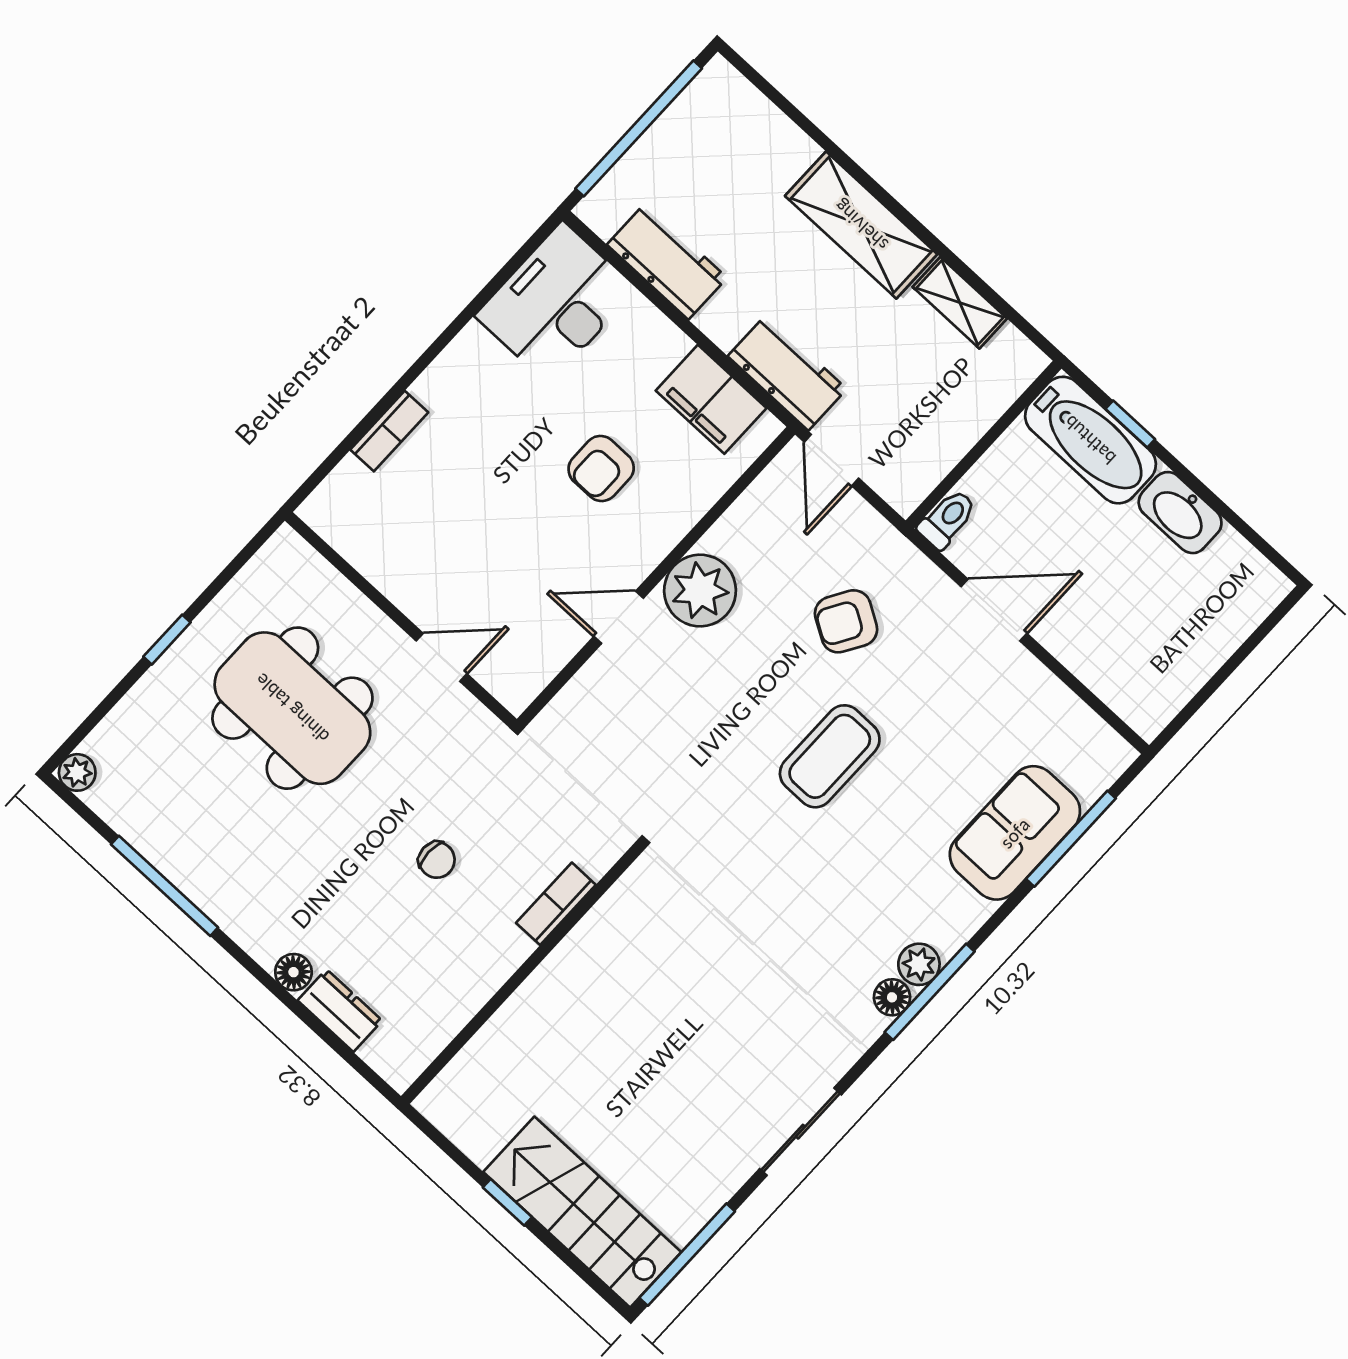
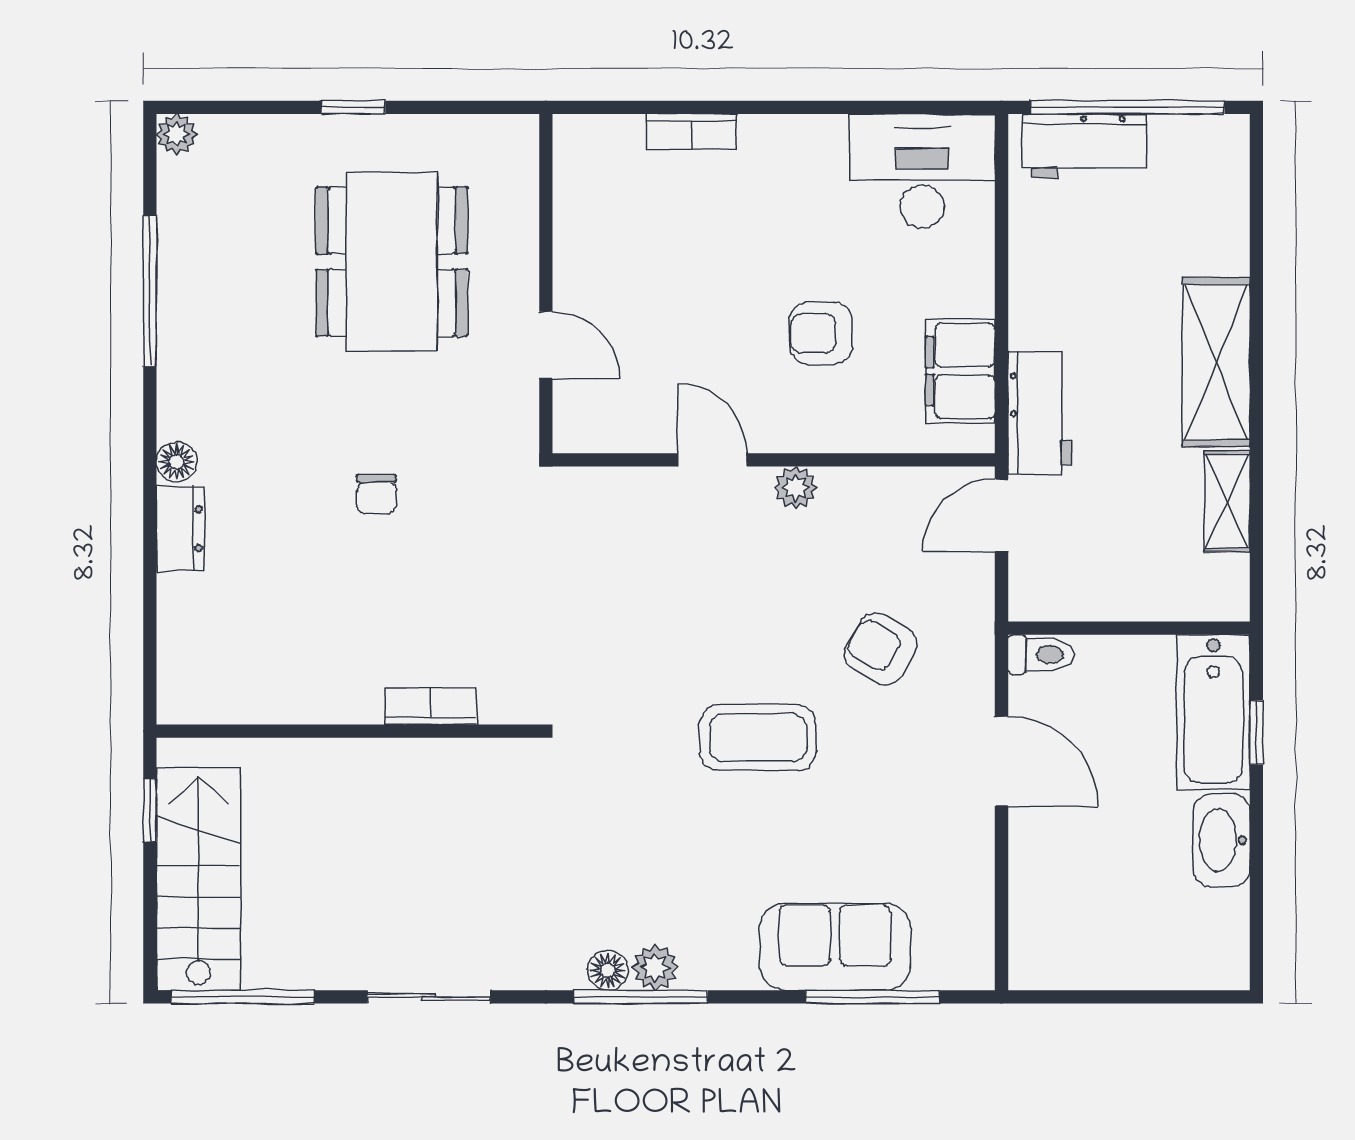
workbench: (667, 261) -> (1084, 146), moved, turned 90
plant: (700, 591) -> (796, 488), width x0.53, depth x0.53
bookcase: (556, 904) -> (431, 706), moved
wall: (522, 974) -> (348, 731), moved

